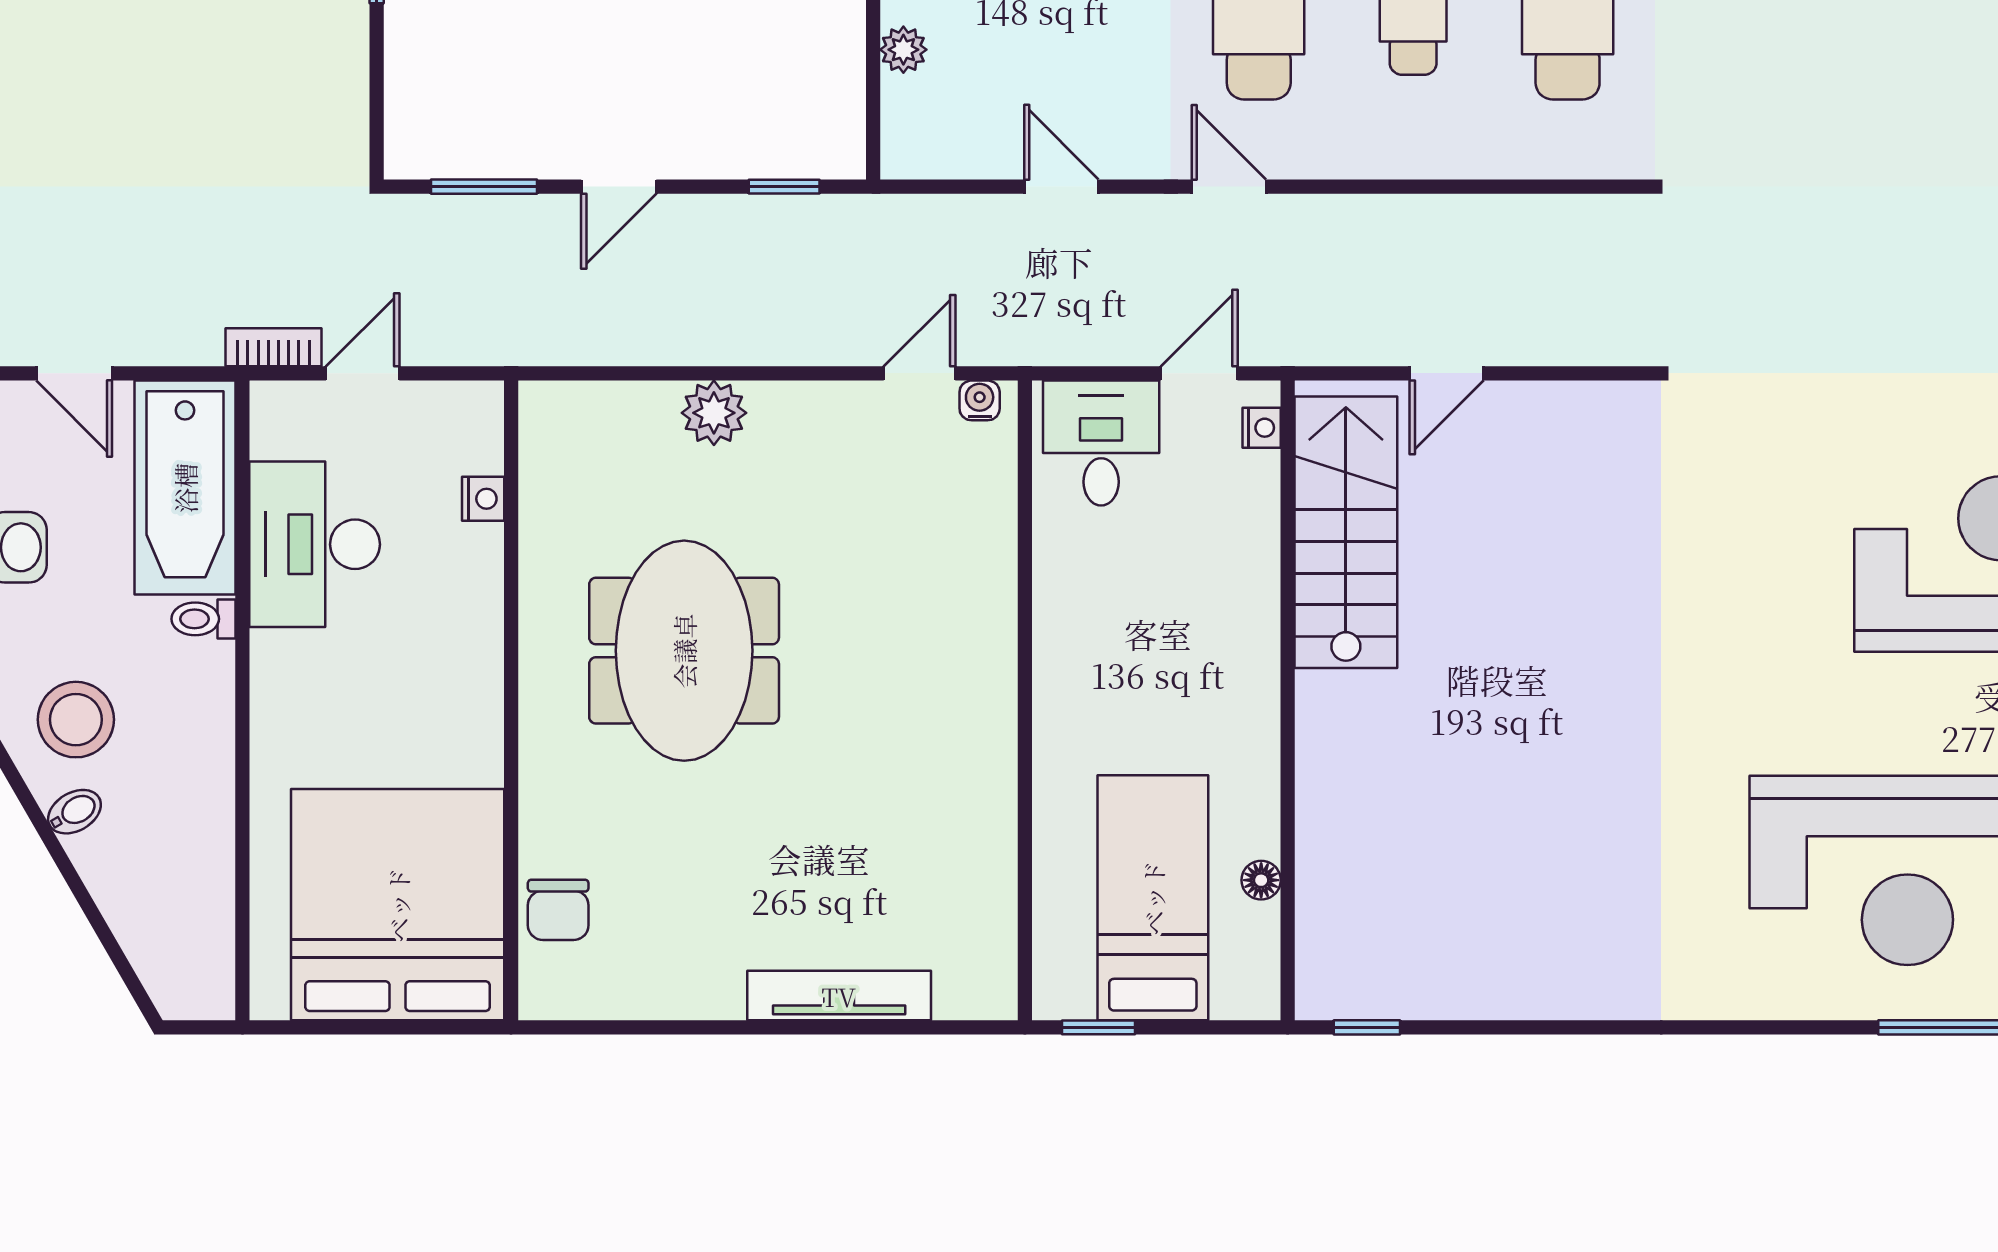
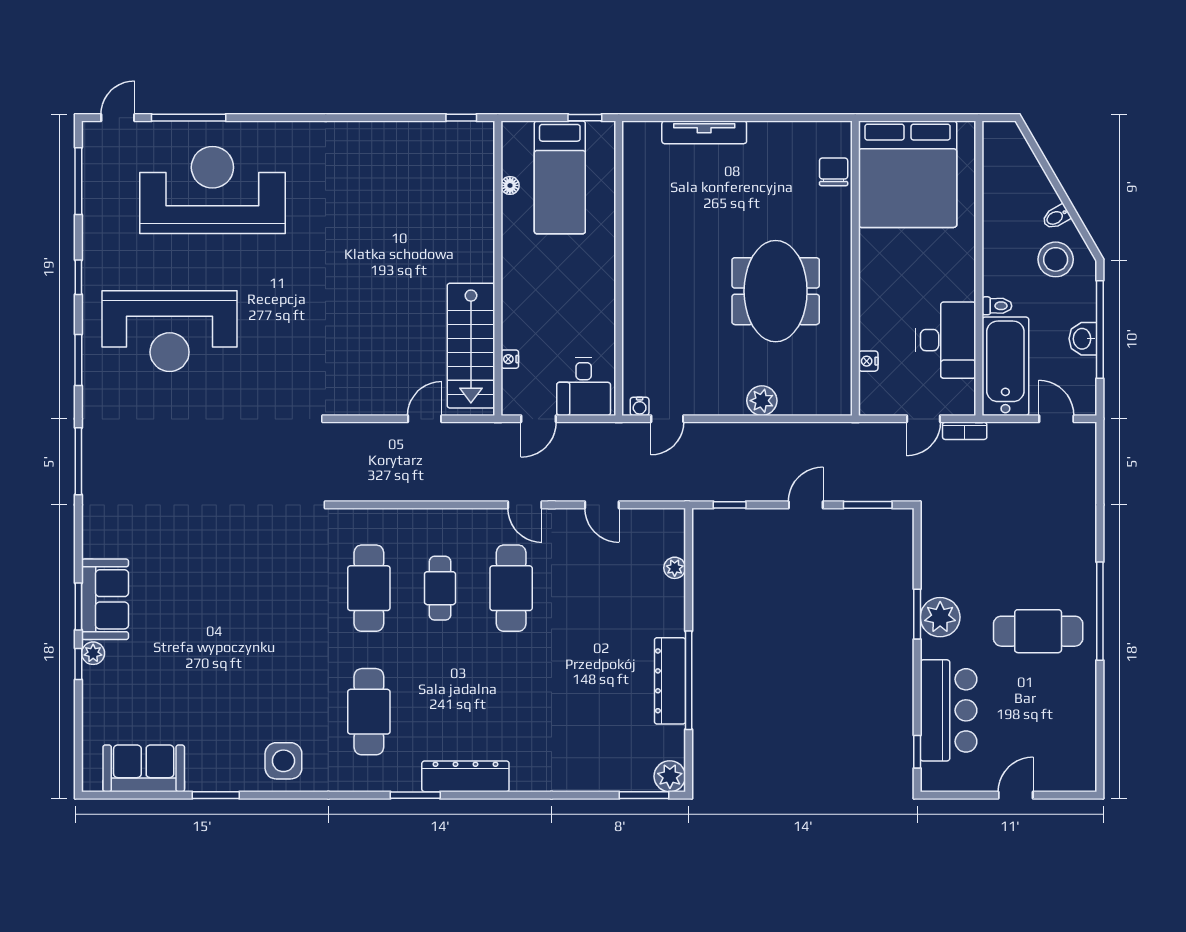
nightstand: (1262, 428) -> (510, 359), moved

